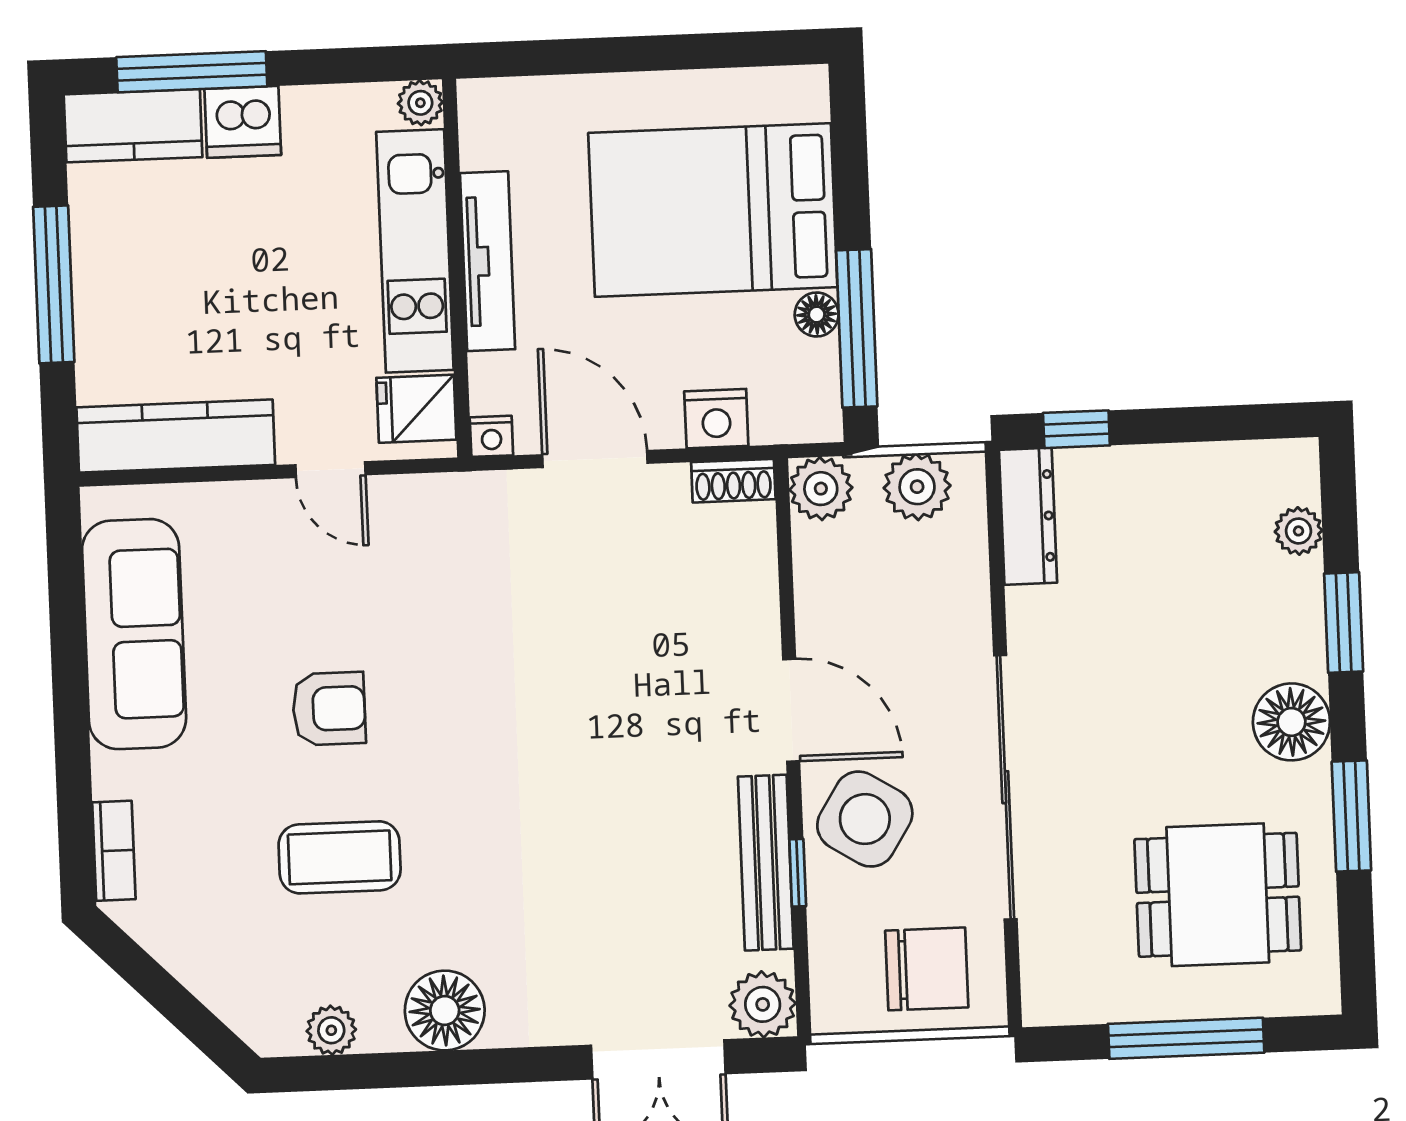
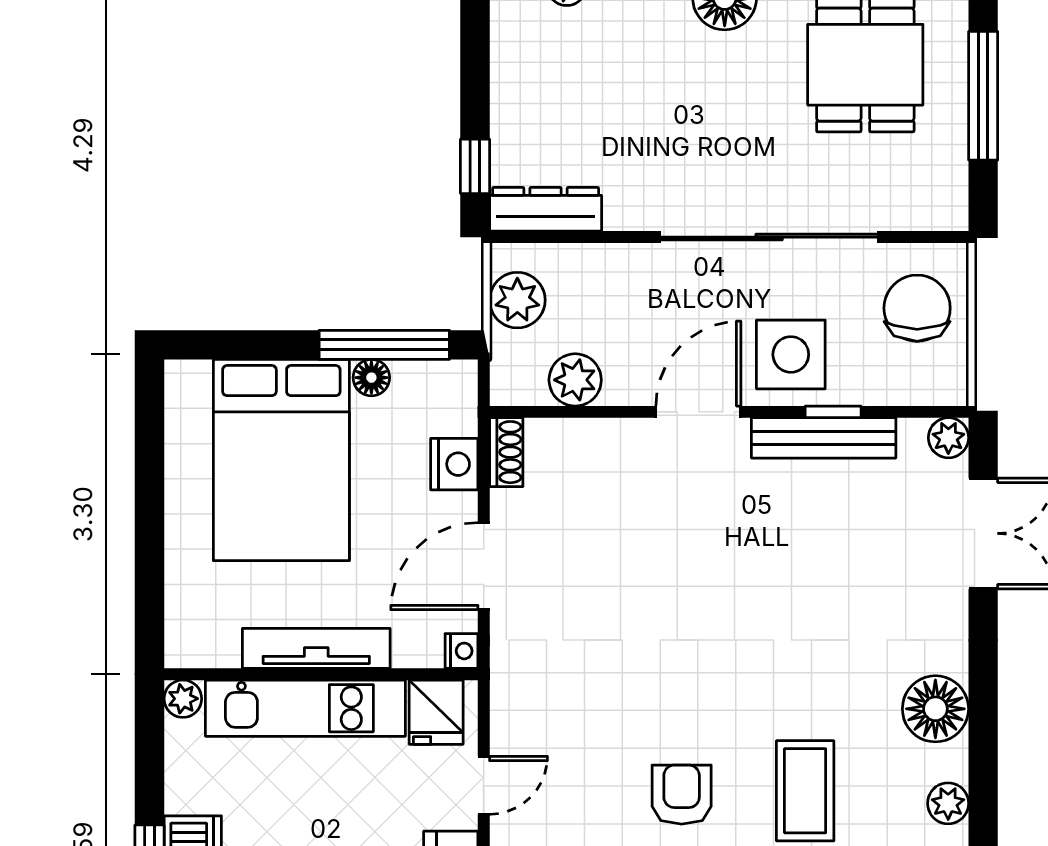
plant: (821, 489) -> (575, 380), moved
side table: (865, 819) -> (791, 354), turned -32
plant: (763, 1004) -> (948, 438), width x0.73, depth x0.73

